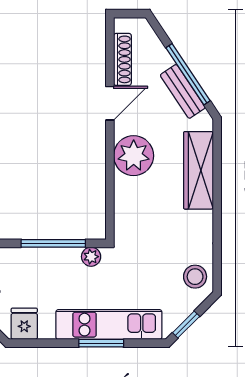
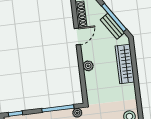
plant: (134, 156) -> (88, 66), width x0.53, depth x0.53

